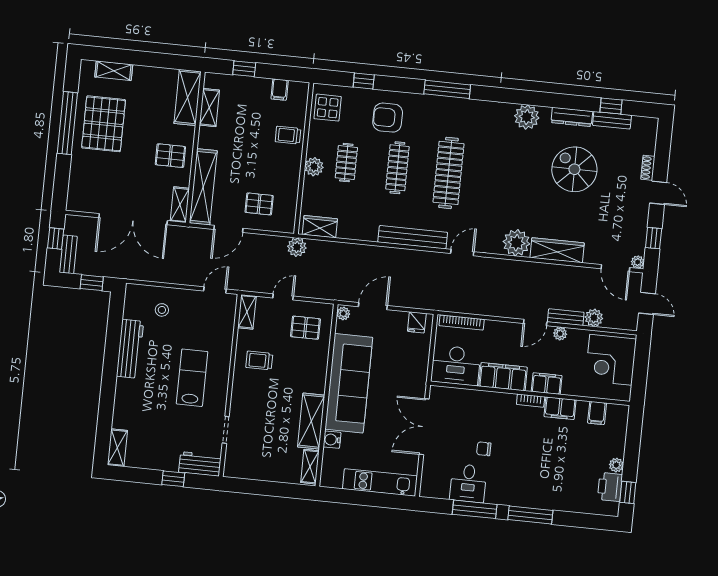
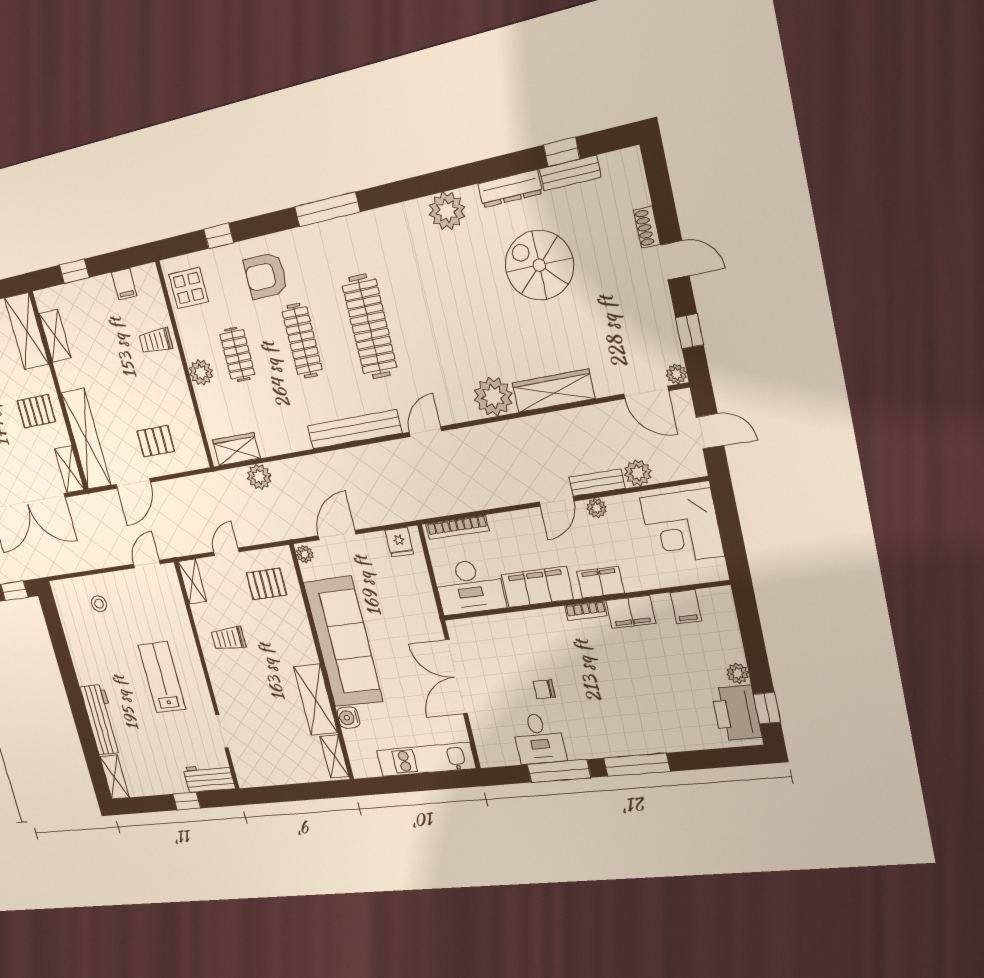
plant: (297, 247) -> (259, 477), moved
workbench: (130, 349) -> (101, 720), moved
printer: (610, 487) -> (736, 713), width x1.37, depth x1.19

